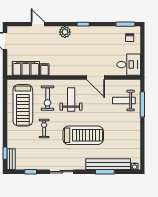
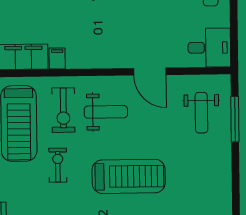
weight bench: (71, 99) -> (106, 112), turned 90
weight bench: (124, 101) -> (201, 113), turned -90

